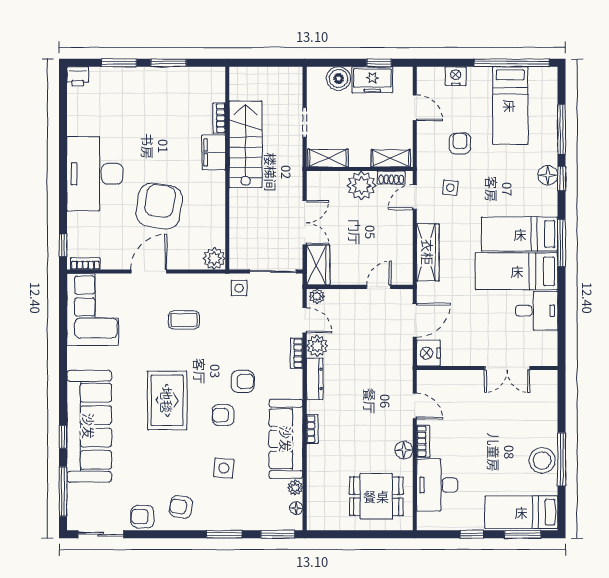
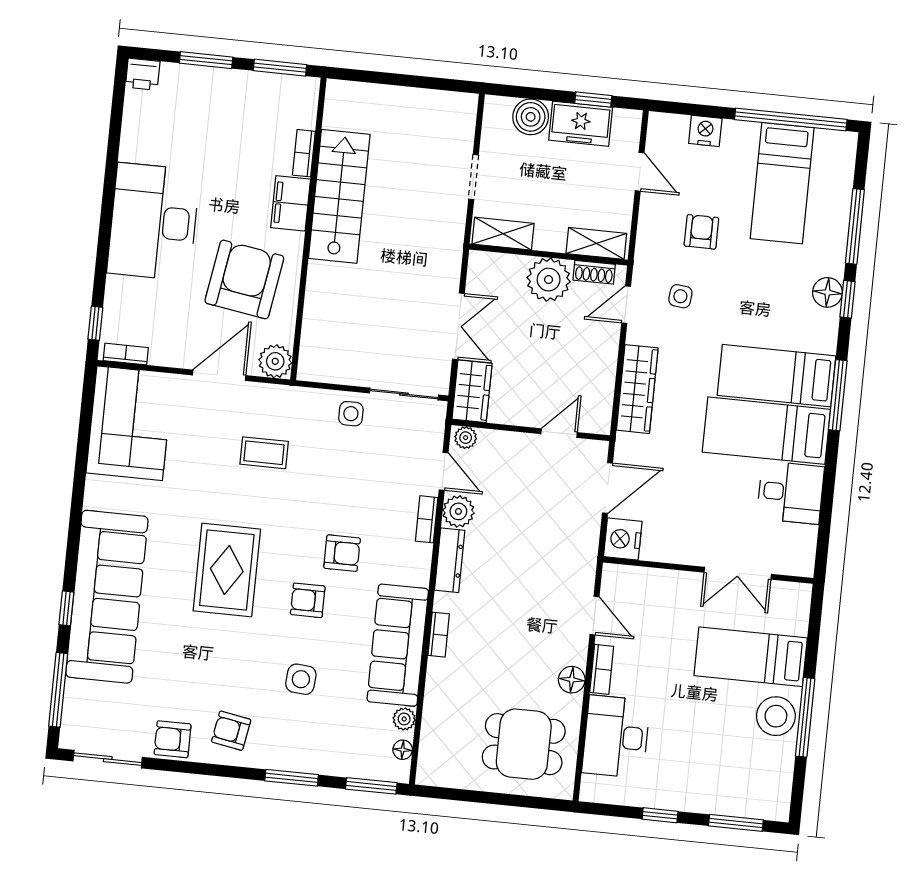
bookcase: (219, 118) -> (304, 153), moved
stairs: (246, 144) -> (339, 196), moved
filing cabinet: (214, 152) -> (291, 203), moved
wall: (227, 168) -> (308, 229), moved
plant: (214, 258) -> (275, 361), moved
bed: (521, 512) -> (751, 657), moved

